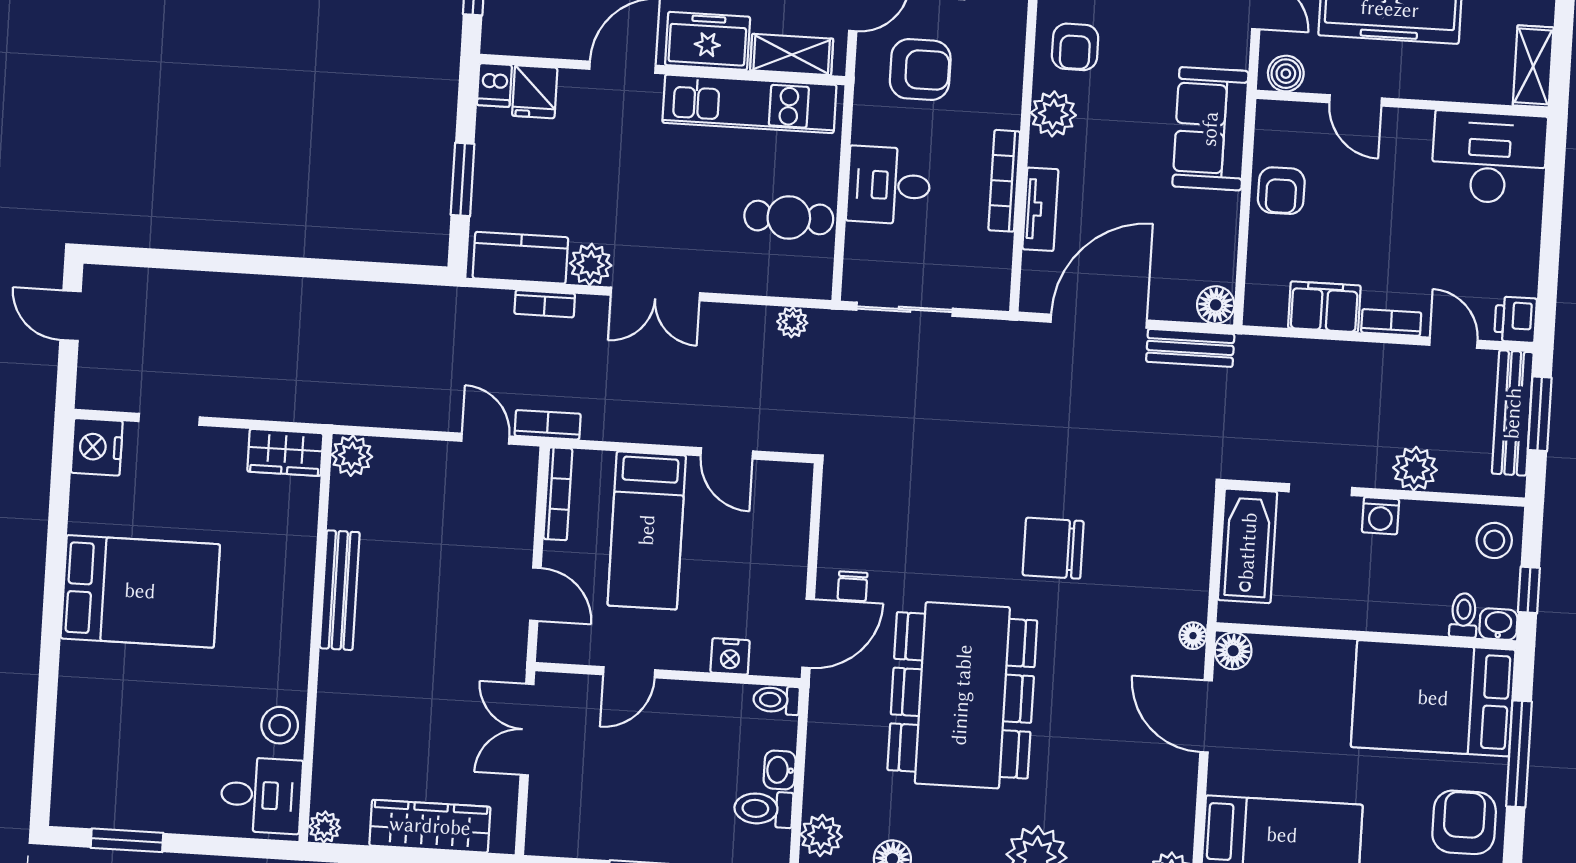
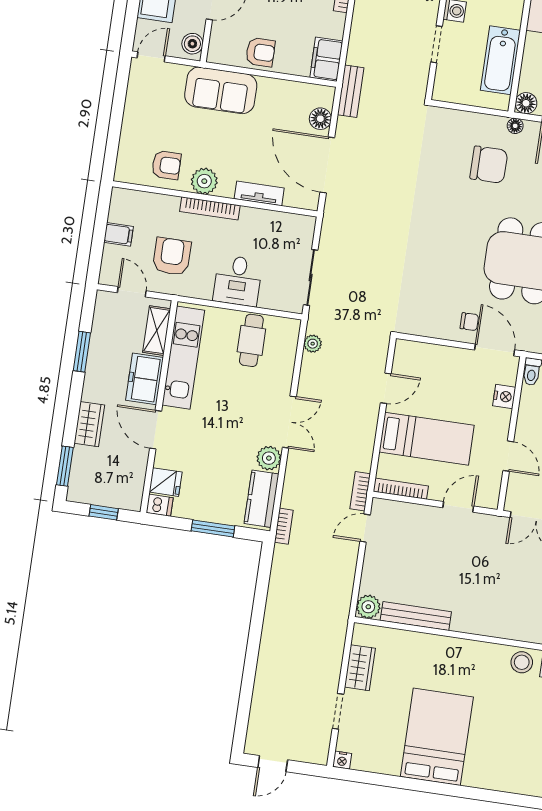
bookcase: (1004, 181) -> (210, 208), moved
bookcase: (545, 304) -> (284, 526), moved
floor lamp: (1216, 305) -> (320, 119), moved
filing cabinet: (1324, 307) -> (326, 59), moved
bench: (1190, 348) -> (351, 91), moved
nightstand: (97, 447) -> (342, 760), width x0.53, depth x0.56
wardrobe: (285, 452) -> (360, 668), moved
bathtub: (1248, 546) -> (500, 60), moved, turned -90
chair: (1053, 548) -> (489, 165), moved, turned -90
bench: (340, 590) -> (416, 616), moved

